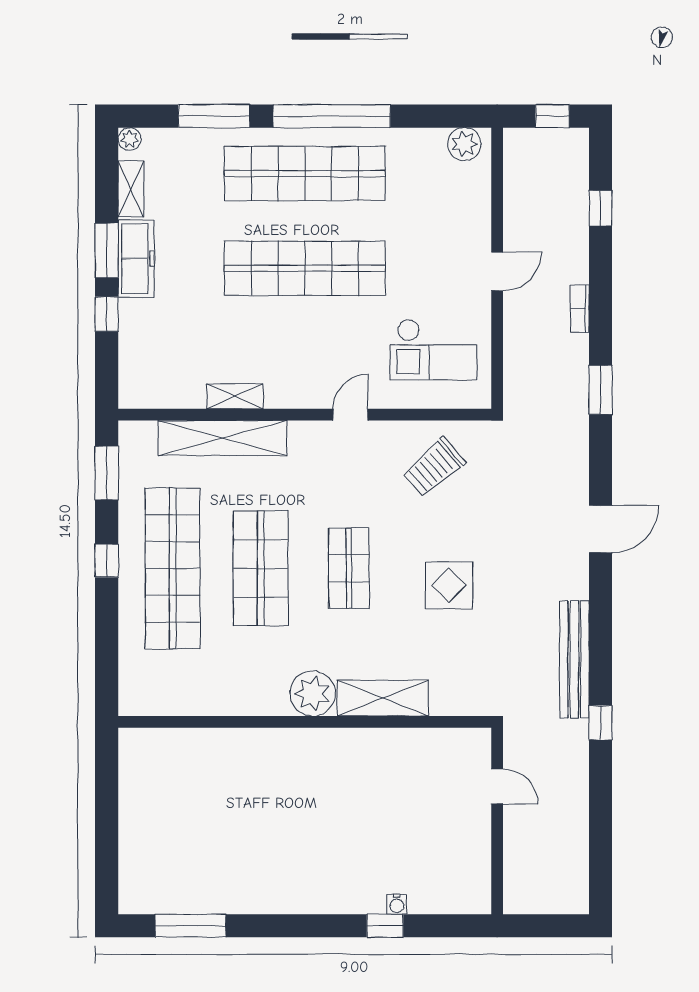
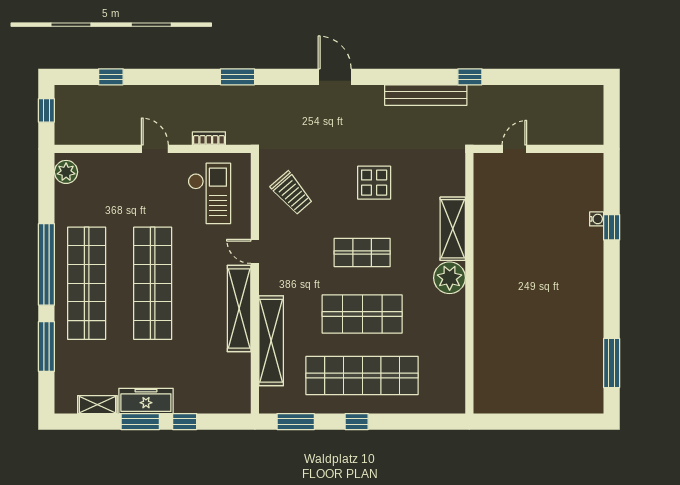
plant: (130, 139) -> (62, 406), removed
bookcase: (580, 309) -> (209, 138), moved, turned 180
shelving: (235, 396) -> (239, 308), width x2.20, depth x1.33

